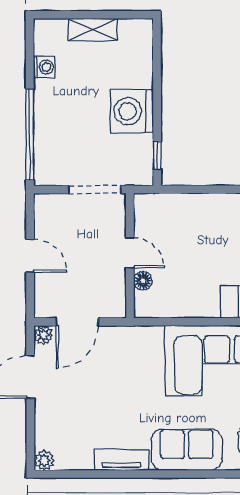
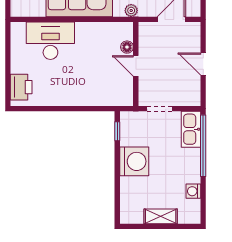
kitchen sink: (48, 159) -> (191, 129), added
doorway: (95, 190) -> (159, 109), width x0.73
plant: (43, 335) -> (131, 10), moved

